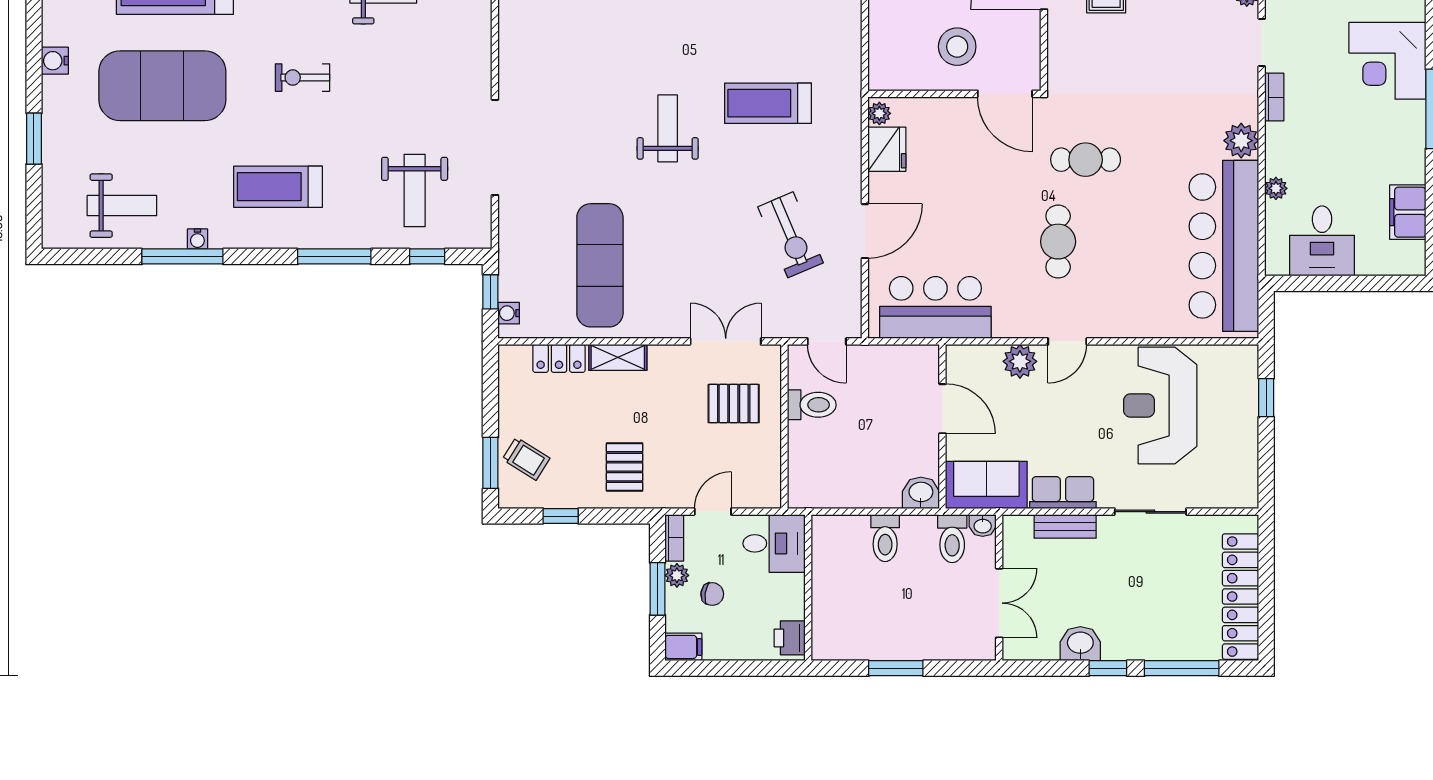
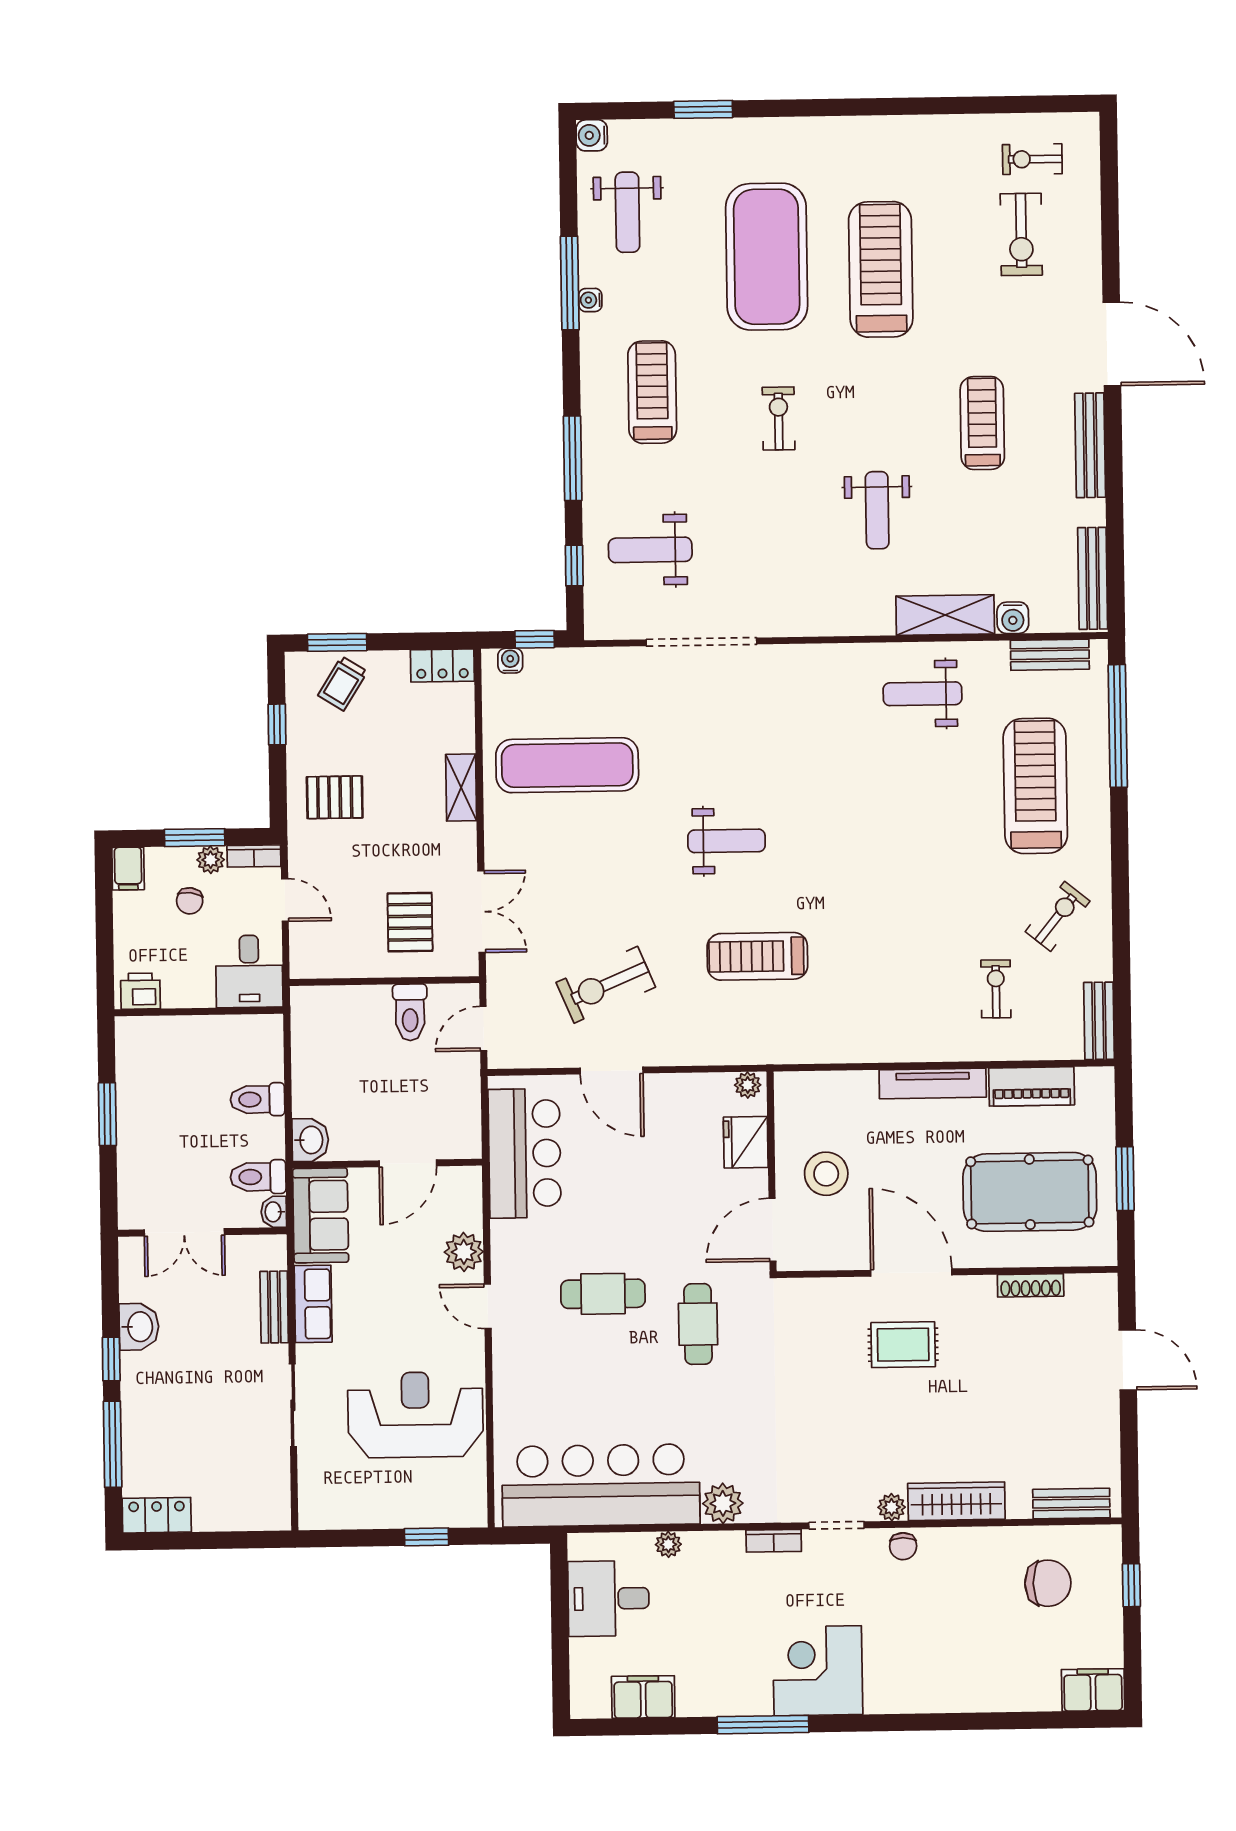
water cooler: (55, 61) -> (592, 135), moved, turned -90
treadmill: (768, 103) -> (757, 956), turned -90
fridge: (887, 149) -> (746, 1142), moved, turned 90
locker: (559, 358) -> (442, 665), moved, turned -90
locker: (1241, 597) -> (157, 1515), width x0.46, depth x0.83

